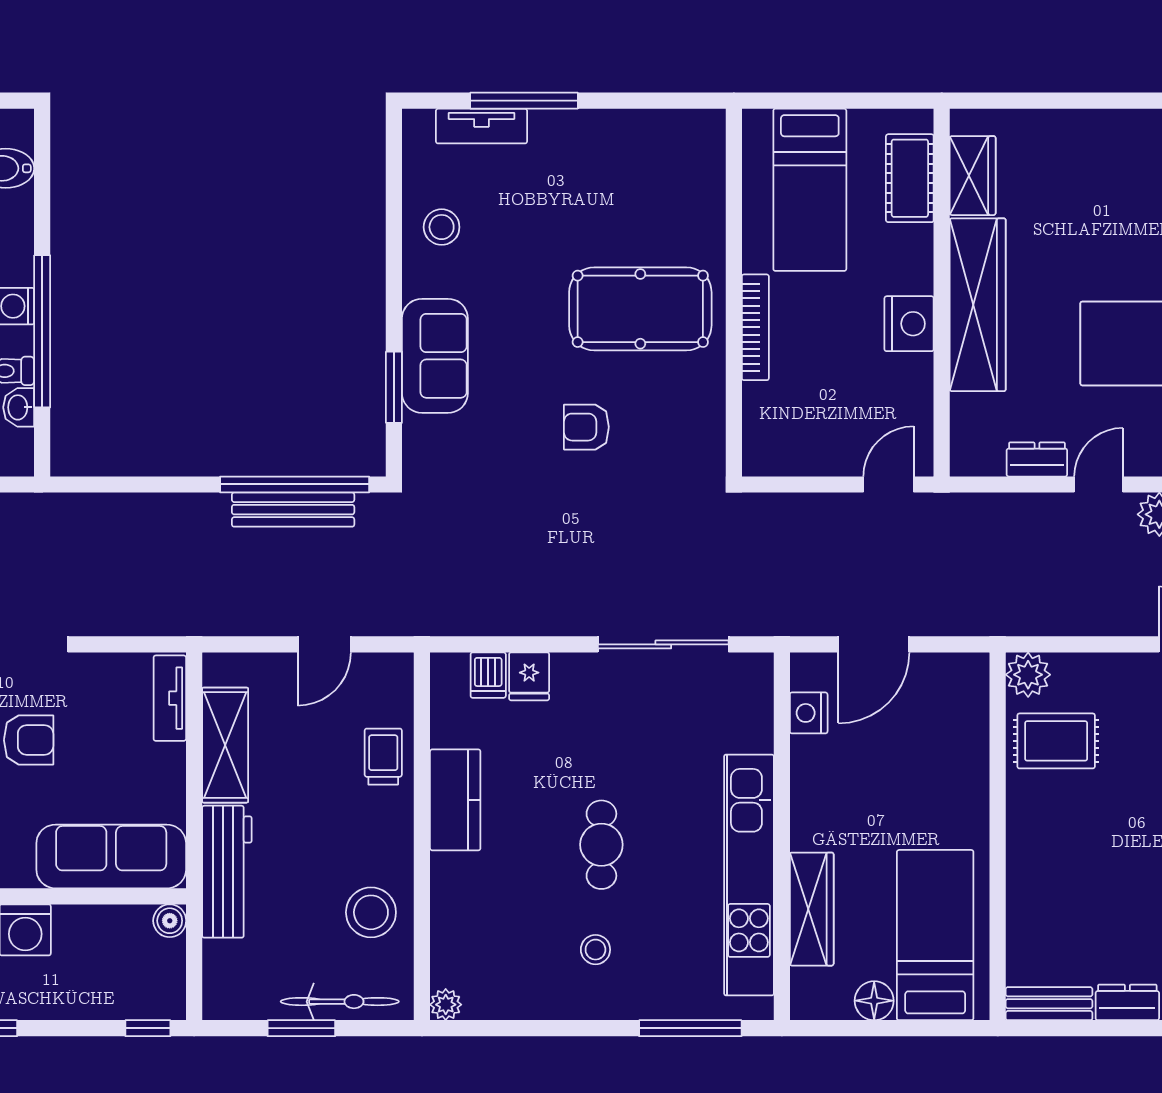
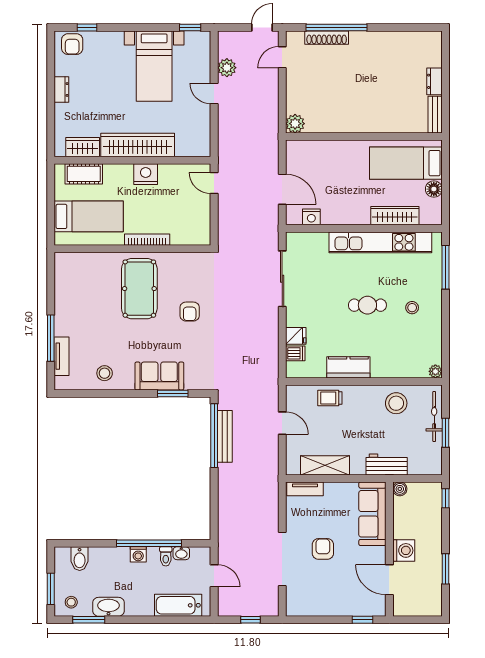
dresser: (1037, 459) -> (61, 90), moved, turned 180
rug: (1056, 741) -> (323, 112), removed
workbench: (227, 872) -> (387, 465), width x0.73

